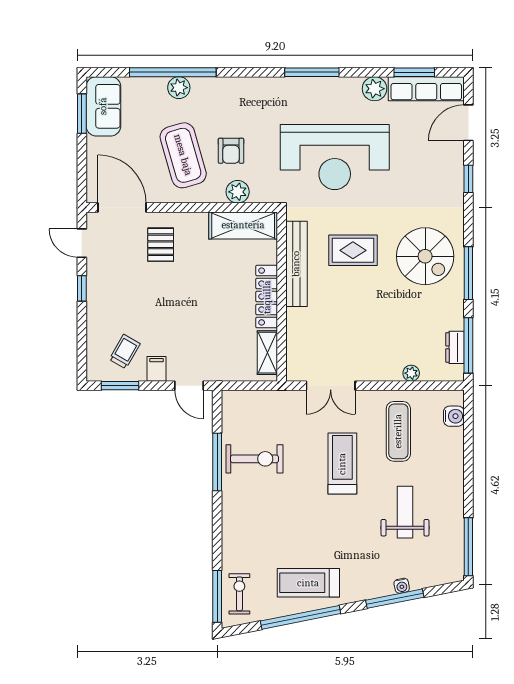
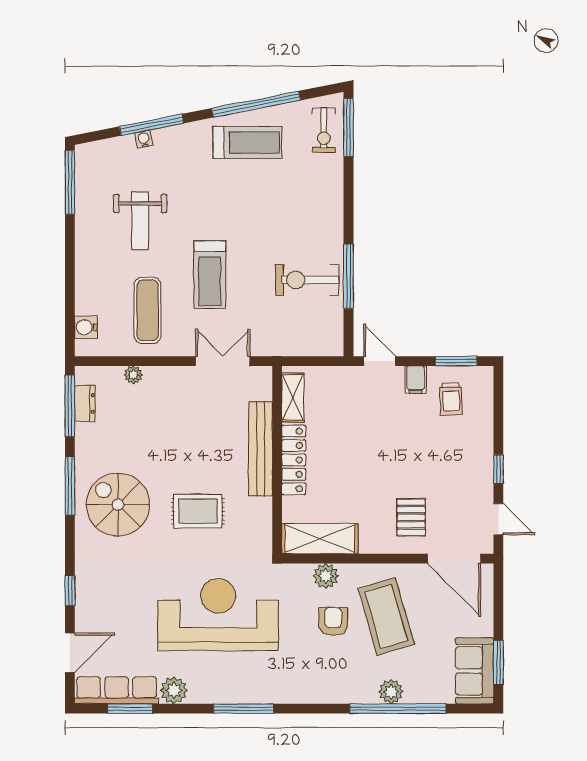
bench: (296, 264) -> (261, 449), moved
trolley: (125, 352) -> (451, 399), turned -32

